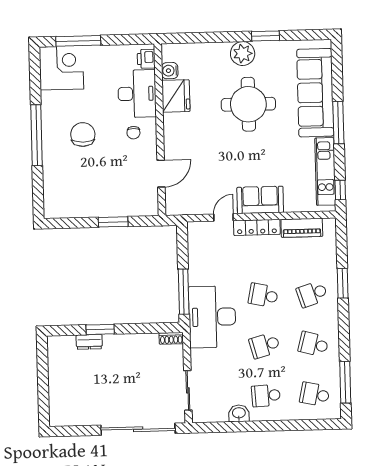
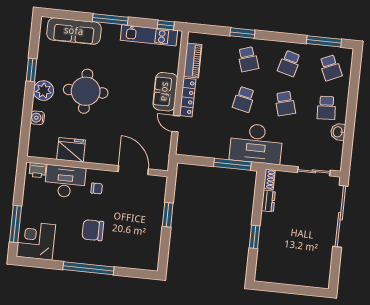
water cooler: (170, 71) -> (37, 118), moved, turned 90
sofa: (315, 93) -> (74, 31), width x0.74, depth x0.79
door: (161, 174) -> (133, 170), width x1.36
dresser: (89, 342) -> (268, 201), moved
school desk: (315, 394) -> (331, 68), turned -36

